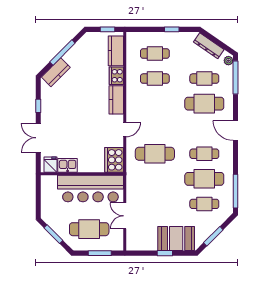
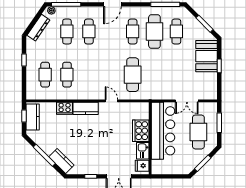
kitchen counter: (116, 51) -> (33, 117), moved, turned -90
cafe table: (204, 104) -> (89, 31), width x0.73, depth x0.74
cooker: (114, 160) -> (141, 131), moved, turned 90

